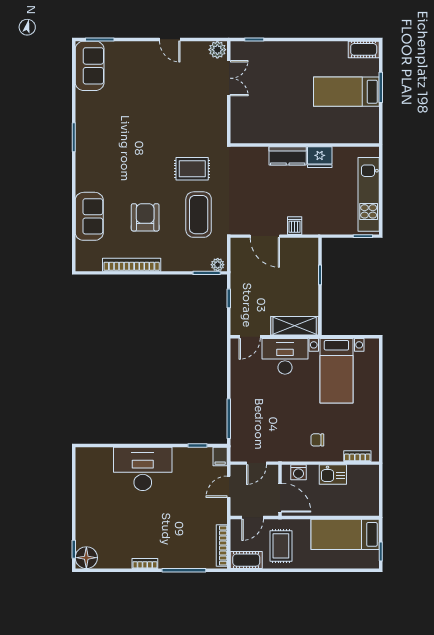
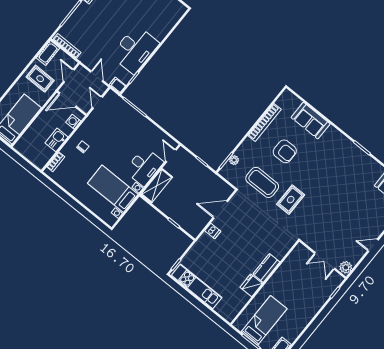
wall: (305, 145) -> (265, 282), moved
kitchen counter: (288, 156) -> (266, 268), moved
fridge: (320, 157) -> (251, 285), moved
plant: (218, 265) -> (234, 160), moved
desk: (143, 469) -> (135, 49), moved

